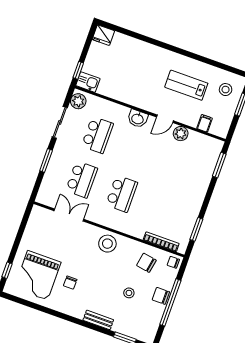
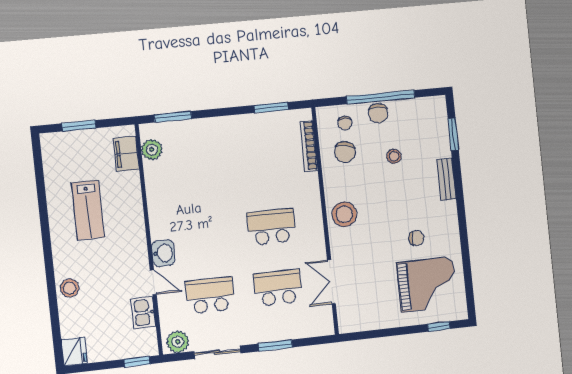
kitchen sink: (88, 82) -> (143, 313), moved
stool: (226, 90) -> (70, 288), moved
door: (165, 119) -> (153, 282), moved
filing cabinet: (205, 123) -> (126, 154), width x2.00
plant: (181, 134) -> (152, 150), moved
chair: (173, 262) -> (345, 123), moved

